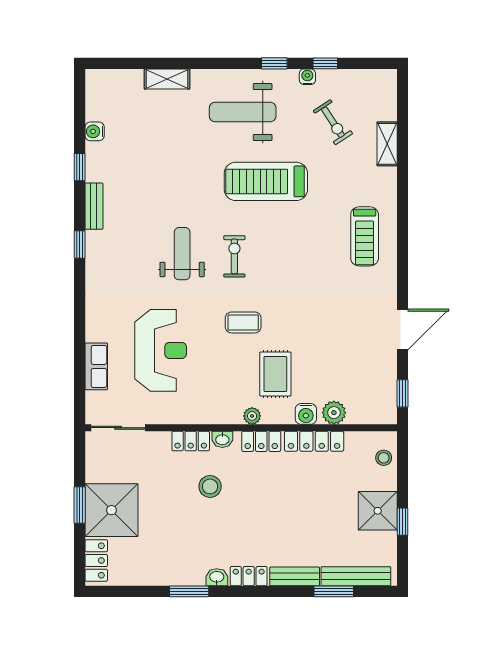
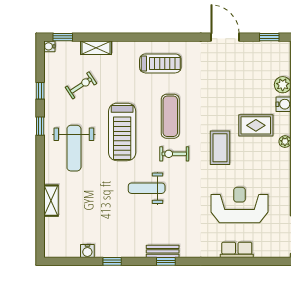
water cooler: (307, 77) -> (49, 46), moved
window: (403, 96) -> (63, 37), added
bench: (94, 206) -> (163, 251), moved
exercise mat: (288, 251) -> (170, 116), added
weight bench: (182, 254) -> (147, 188), moved
coffee table: (243, 322) -> (220, 148), width x1.36, depth x1.30
row of seats: (96, 366) -> (237, 250), moved

